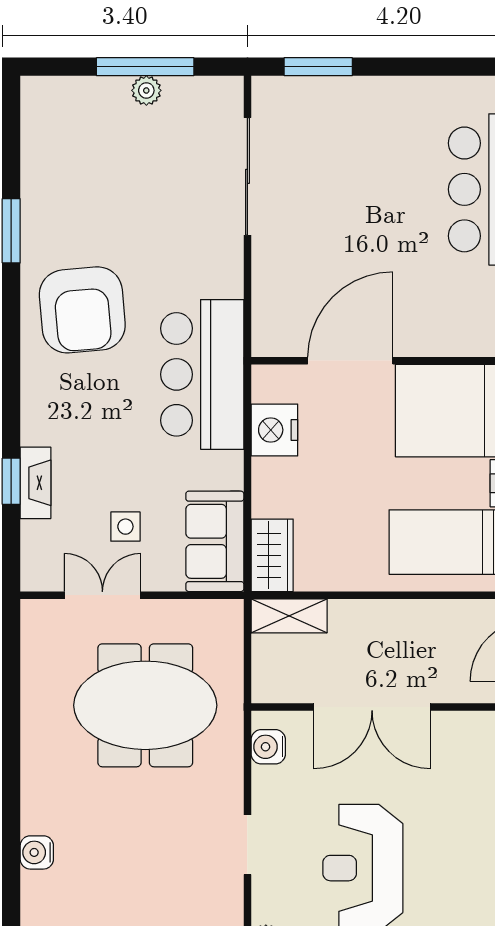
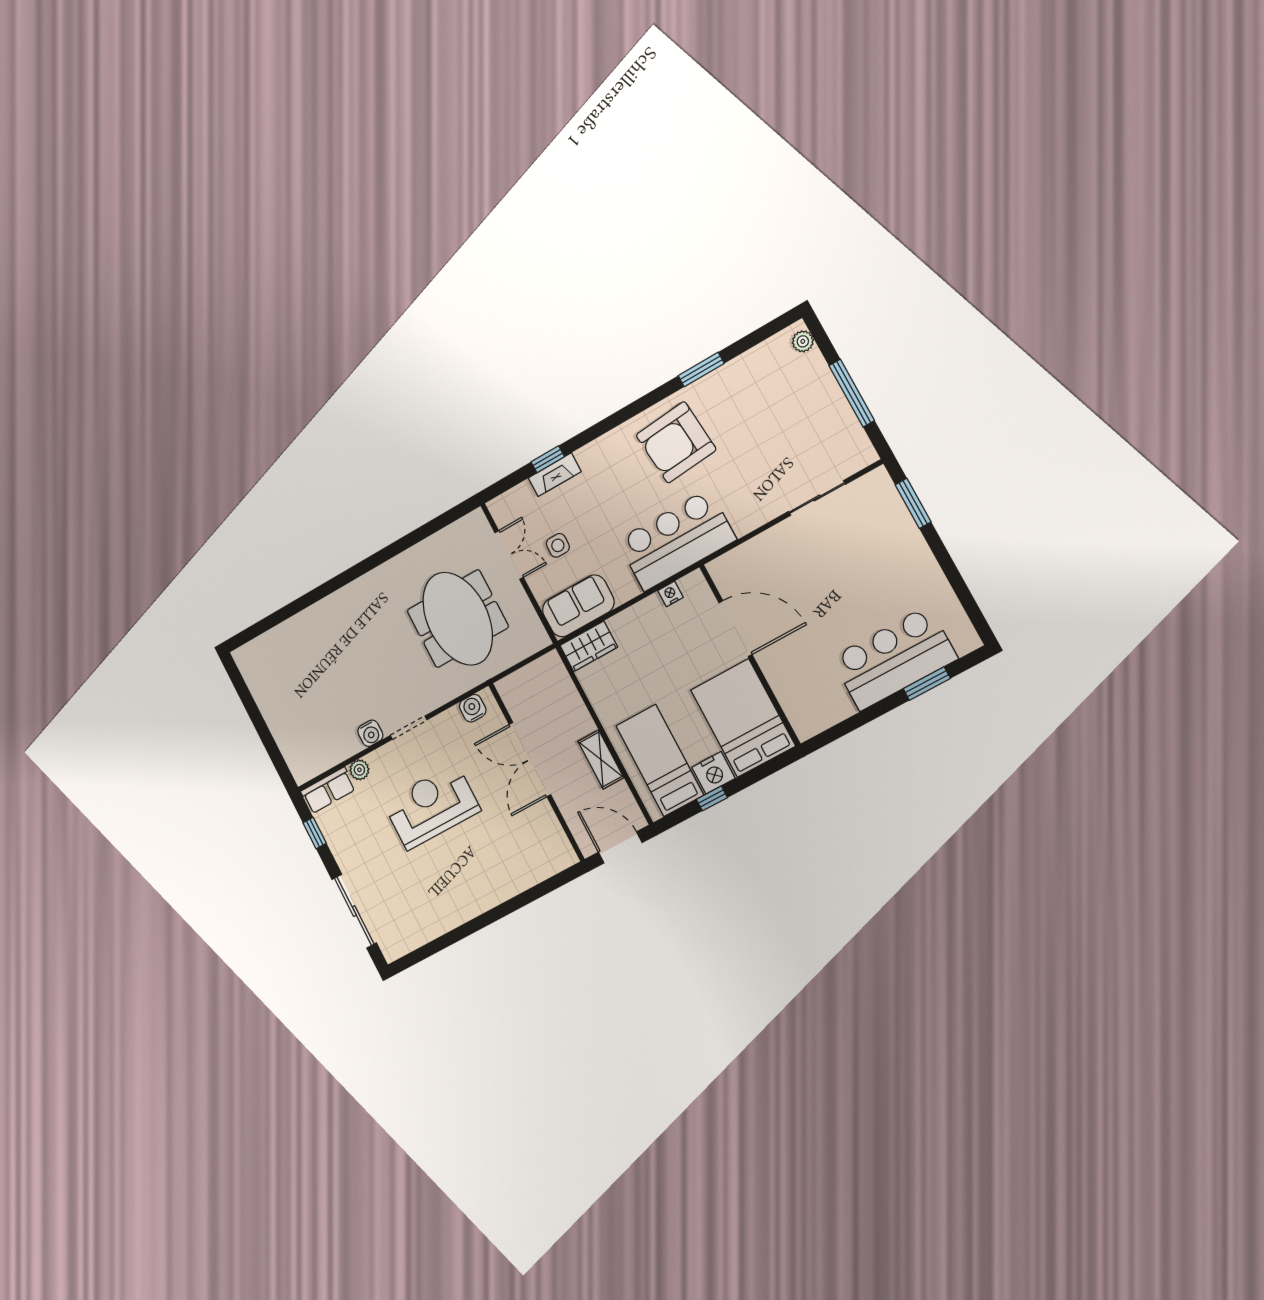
plant: (146, 90) -> (803, 341), moved
sliding door: (247, 176) -> (817, 498), width x0.73
nightstand: (274, 430) -> (670, 594), width x0.53, depth x0.56
shelving: (289, 616) -> (601, 759), moved
water cooler: (37, 852) -> (370, 733), moved, turned 180

